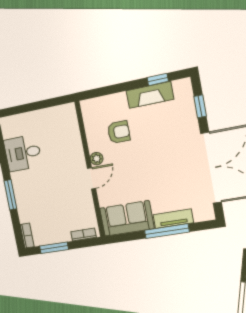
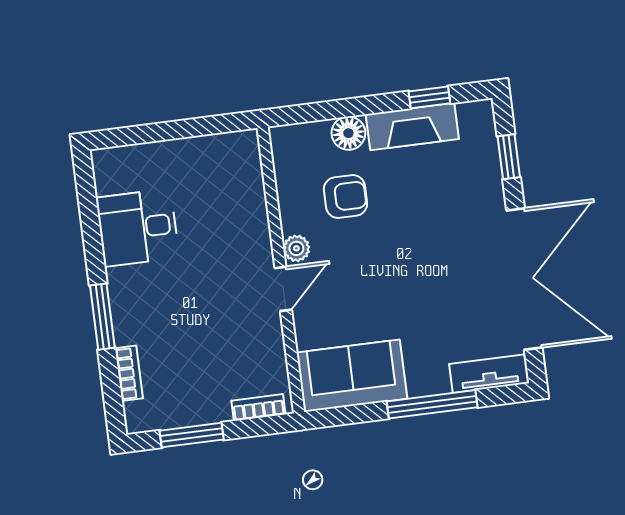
floor lamp: (118, 101) -> (348, 133), added
tv unit: (173, 219) -> (489, 374), moved
bookcase: (27, 236) -> (129, 373), moved

